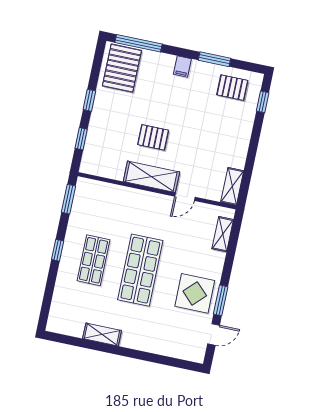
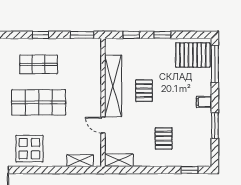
pallet: (232, 88) -> (164, 138), moved
shelving: (151, 177) -> (113, 86), width x1.47
window: (221, 300) -> (28, 170), removed

